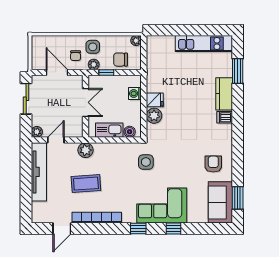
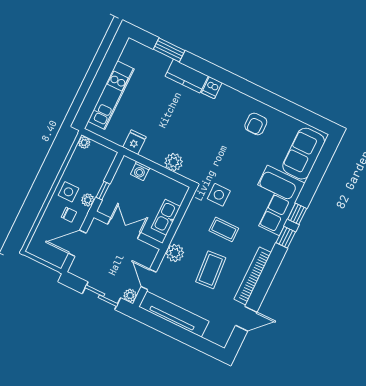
kitchen unit: (204, 44) -> (111, 95), moved
chair: (121, 60) -> (96, 169), removed
sliding door: (26, 99) -> (101, 296), moved
fridge: (155, 100) -> (134, 142), moved
boiler: (130, 132) -> (178, 196), removed
armchair: (213, 164) -> (256, 124), turned -90
coffee table: (121, 179) -> (224, 229), added
window: (238, 198) -> (305, 116), removed
sofa: (220, 202) -> (304, 154), moved, turned 90
door: (62, 229) -> (246, 319), hinge flipped
window: (174, 229) -> (297, 214), moved

